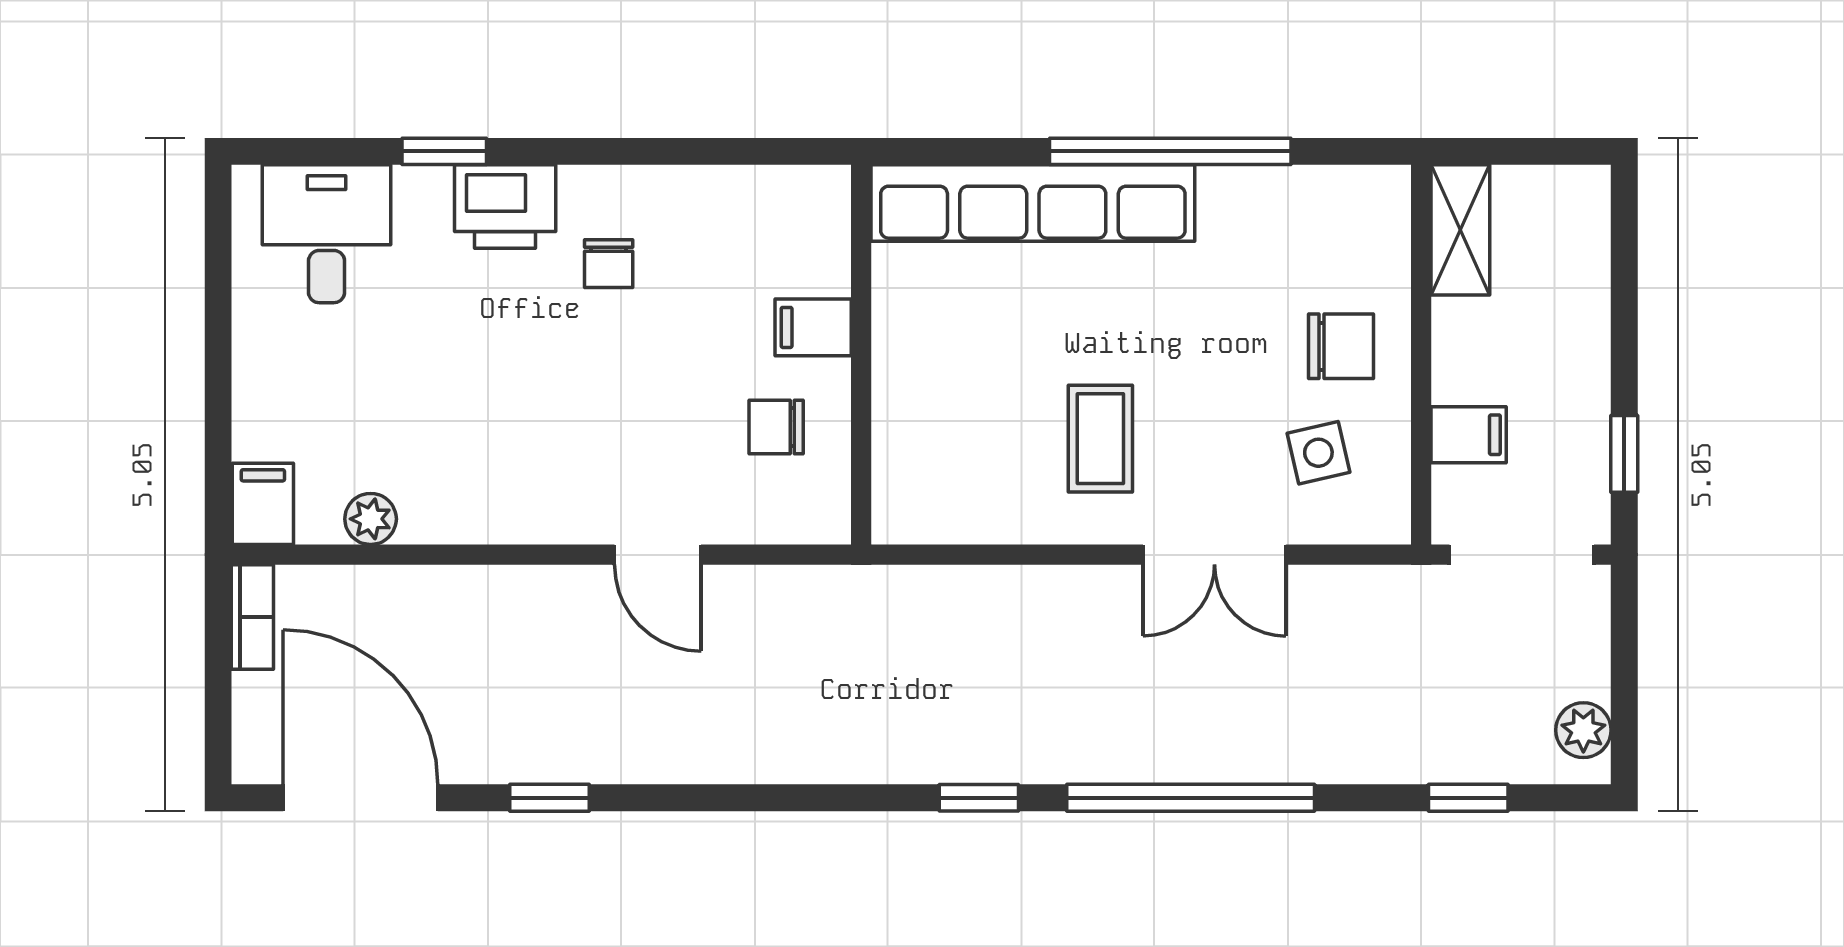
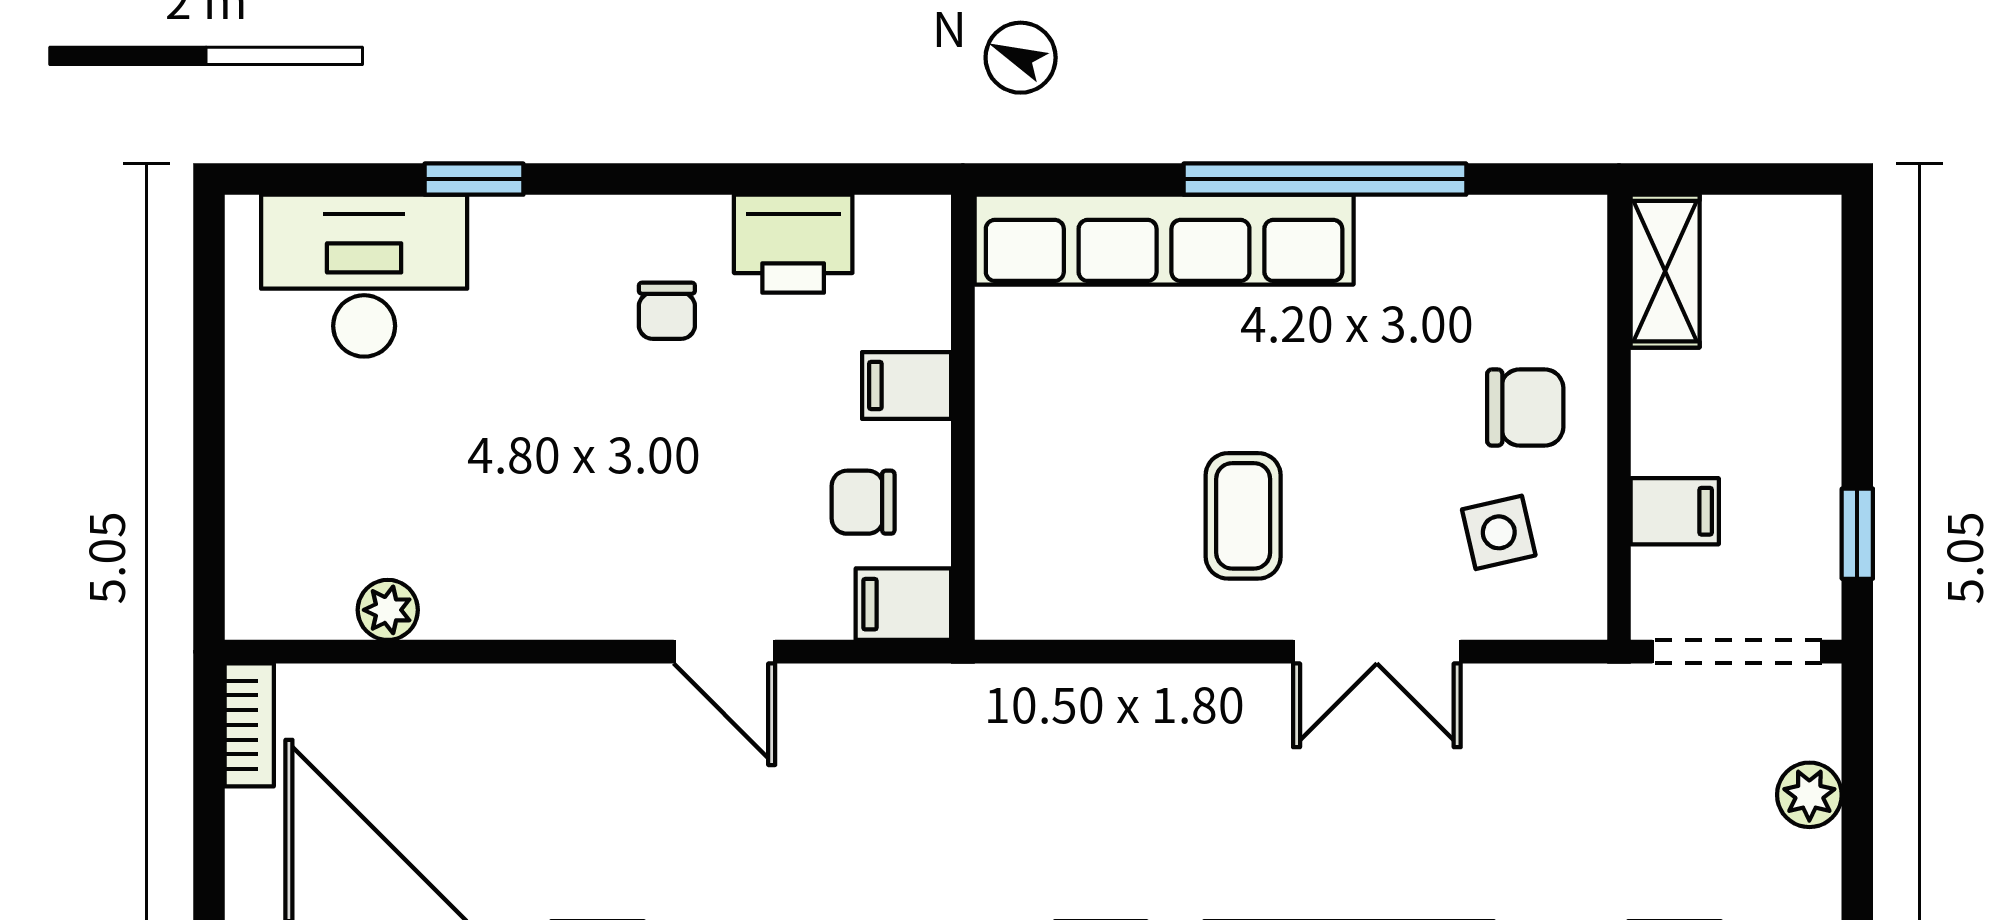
printer: (505, 206) -> (793, 244), moved
desk: (327, 234) -> (364, 276), width x1.37
filing cabinet: (263, 504) -> (903, 604), moved, turned -90
plant: (1583, 730) -> (1809, 795), moved

